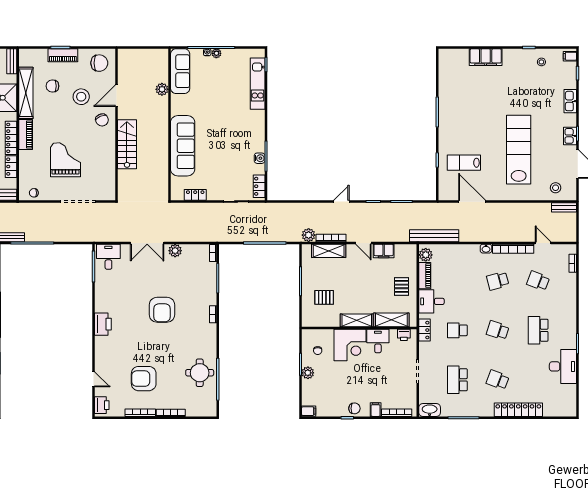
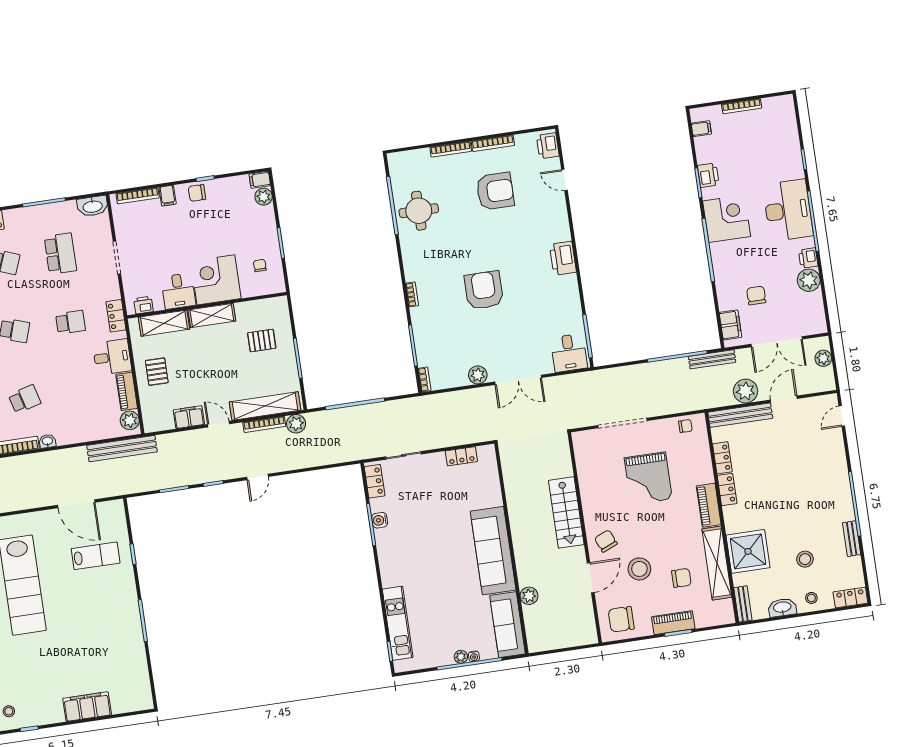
locker: (11, 138) -> (727, 489), width x0.66
sofa: (183, 146) -> (493, 551), moved
double door: (147, 243) -> (518, 380), swing flipped
shelving: (329, 251) -> (265, 406), width x1.47
plant: (308, 373) -> (264, 197), moved

